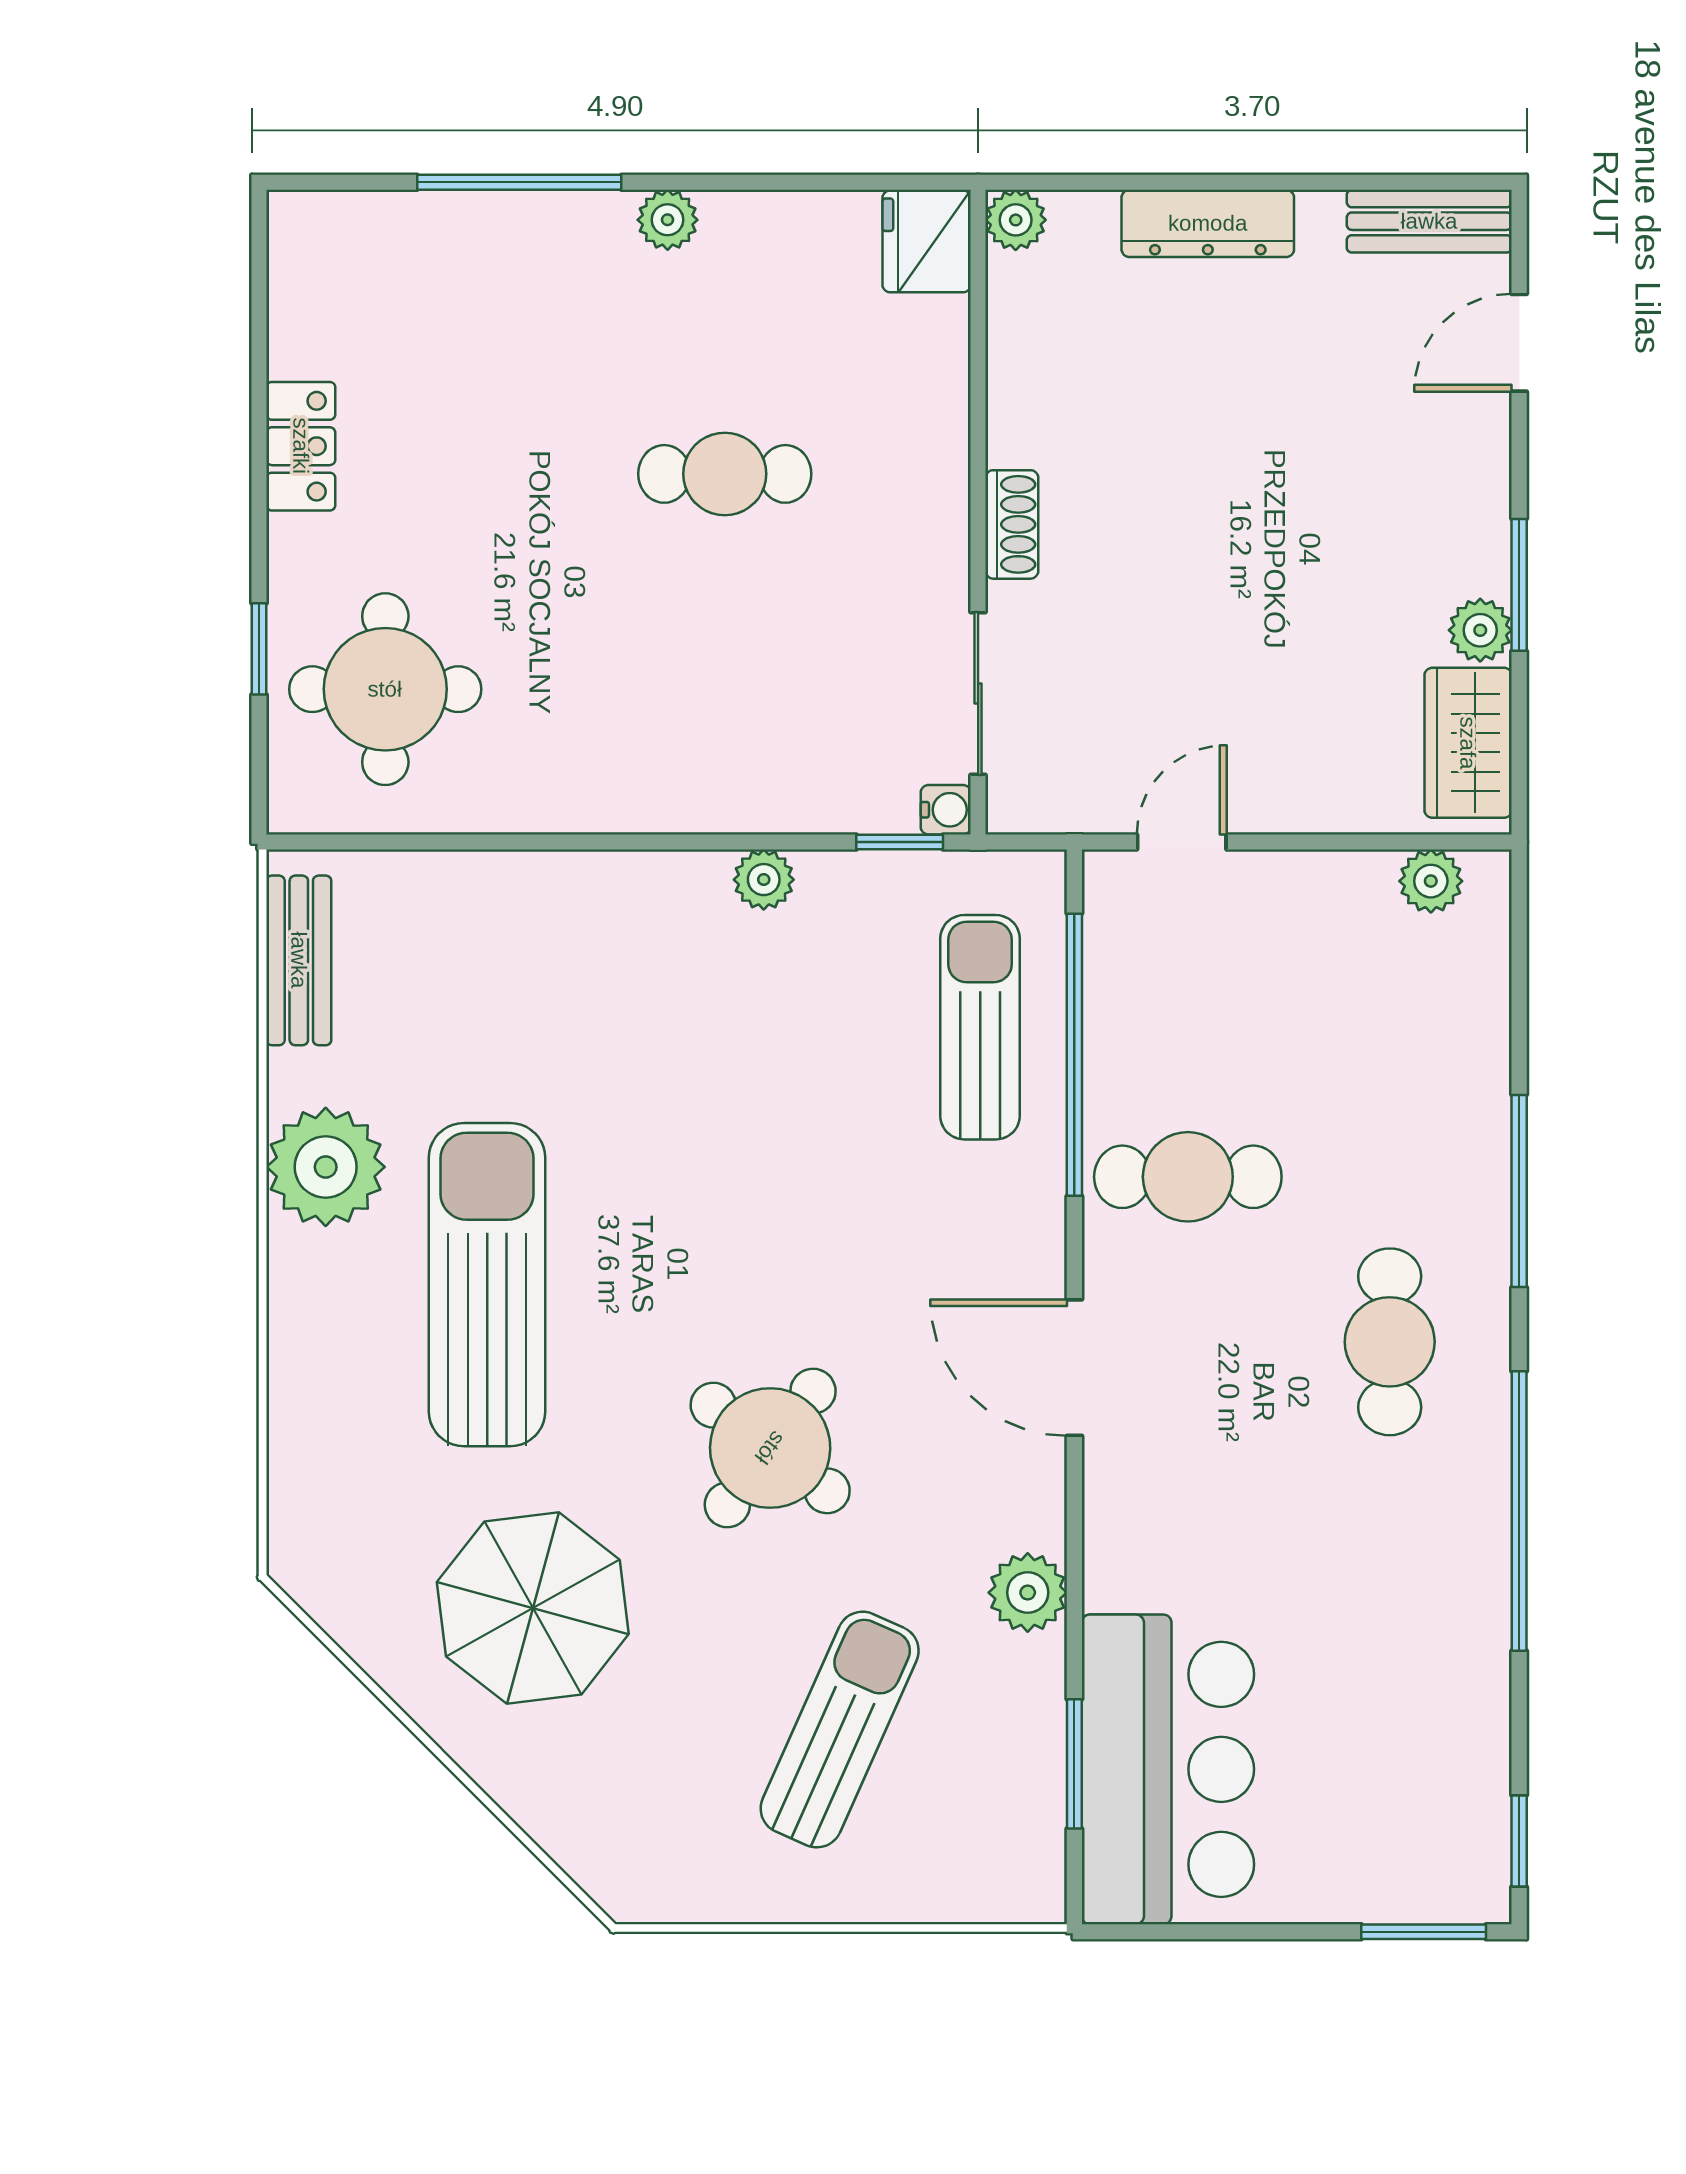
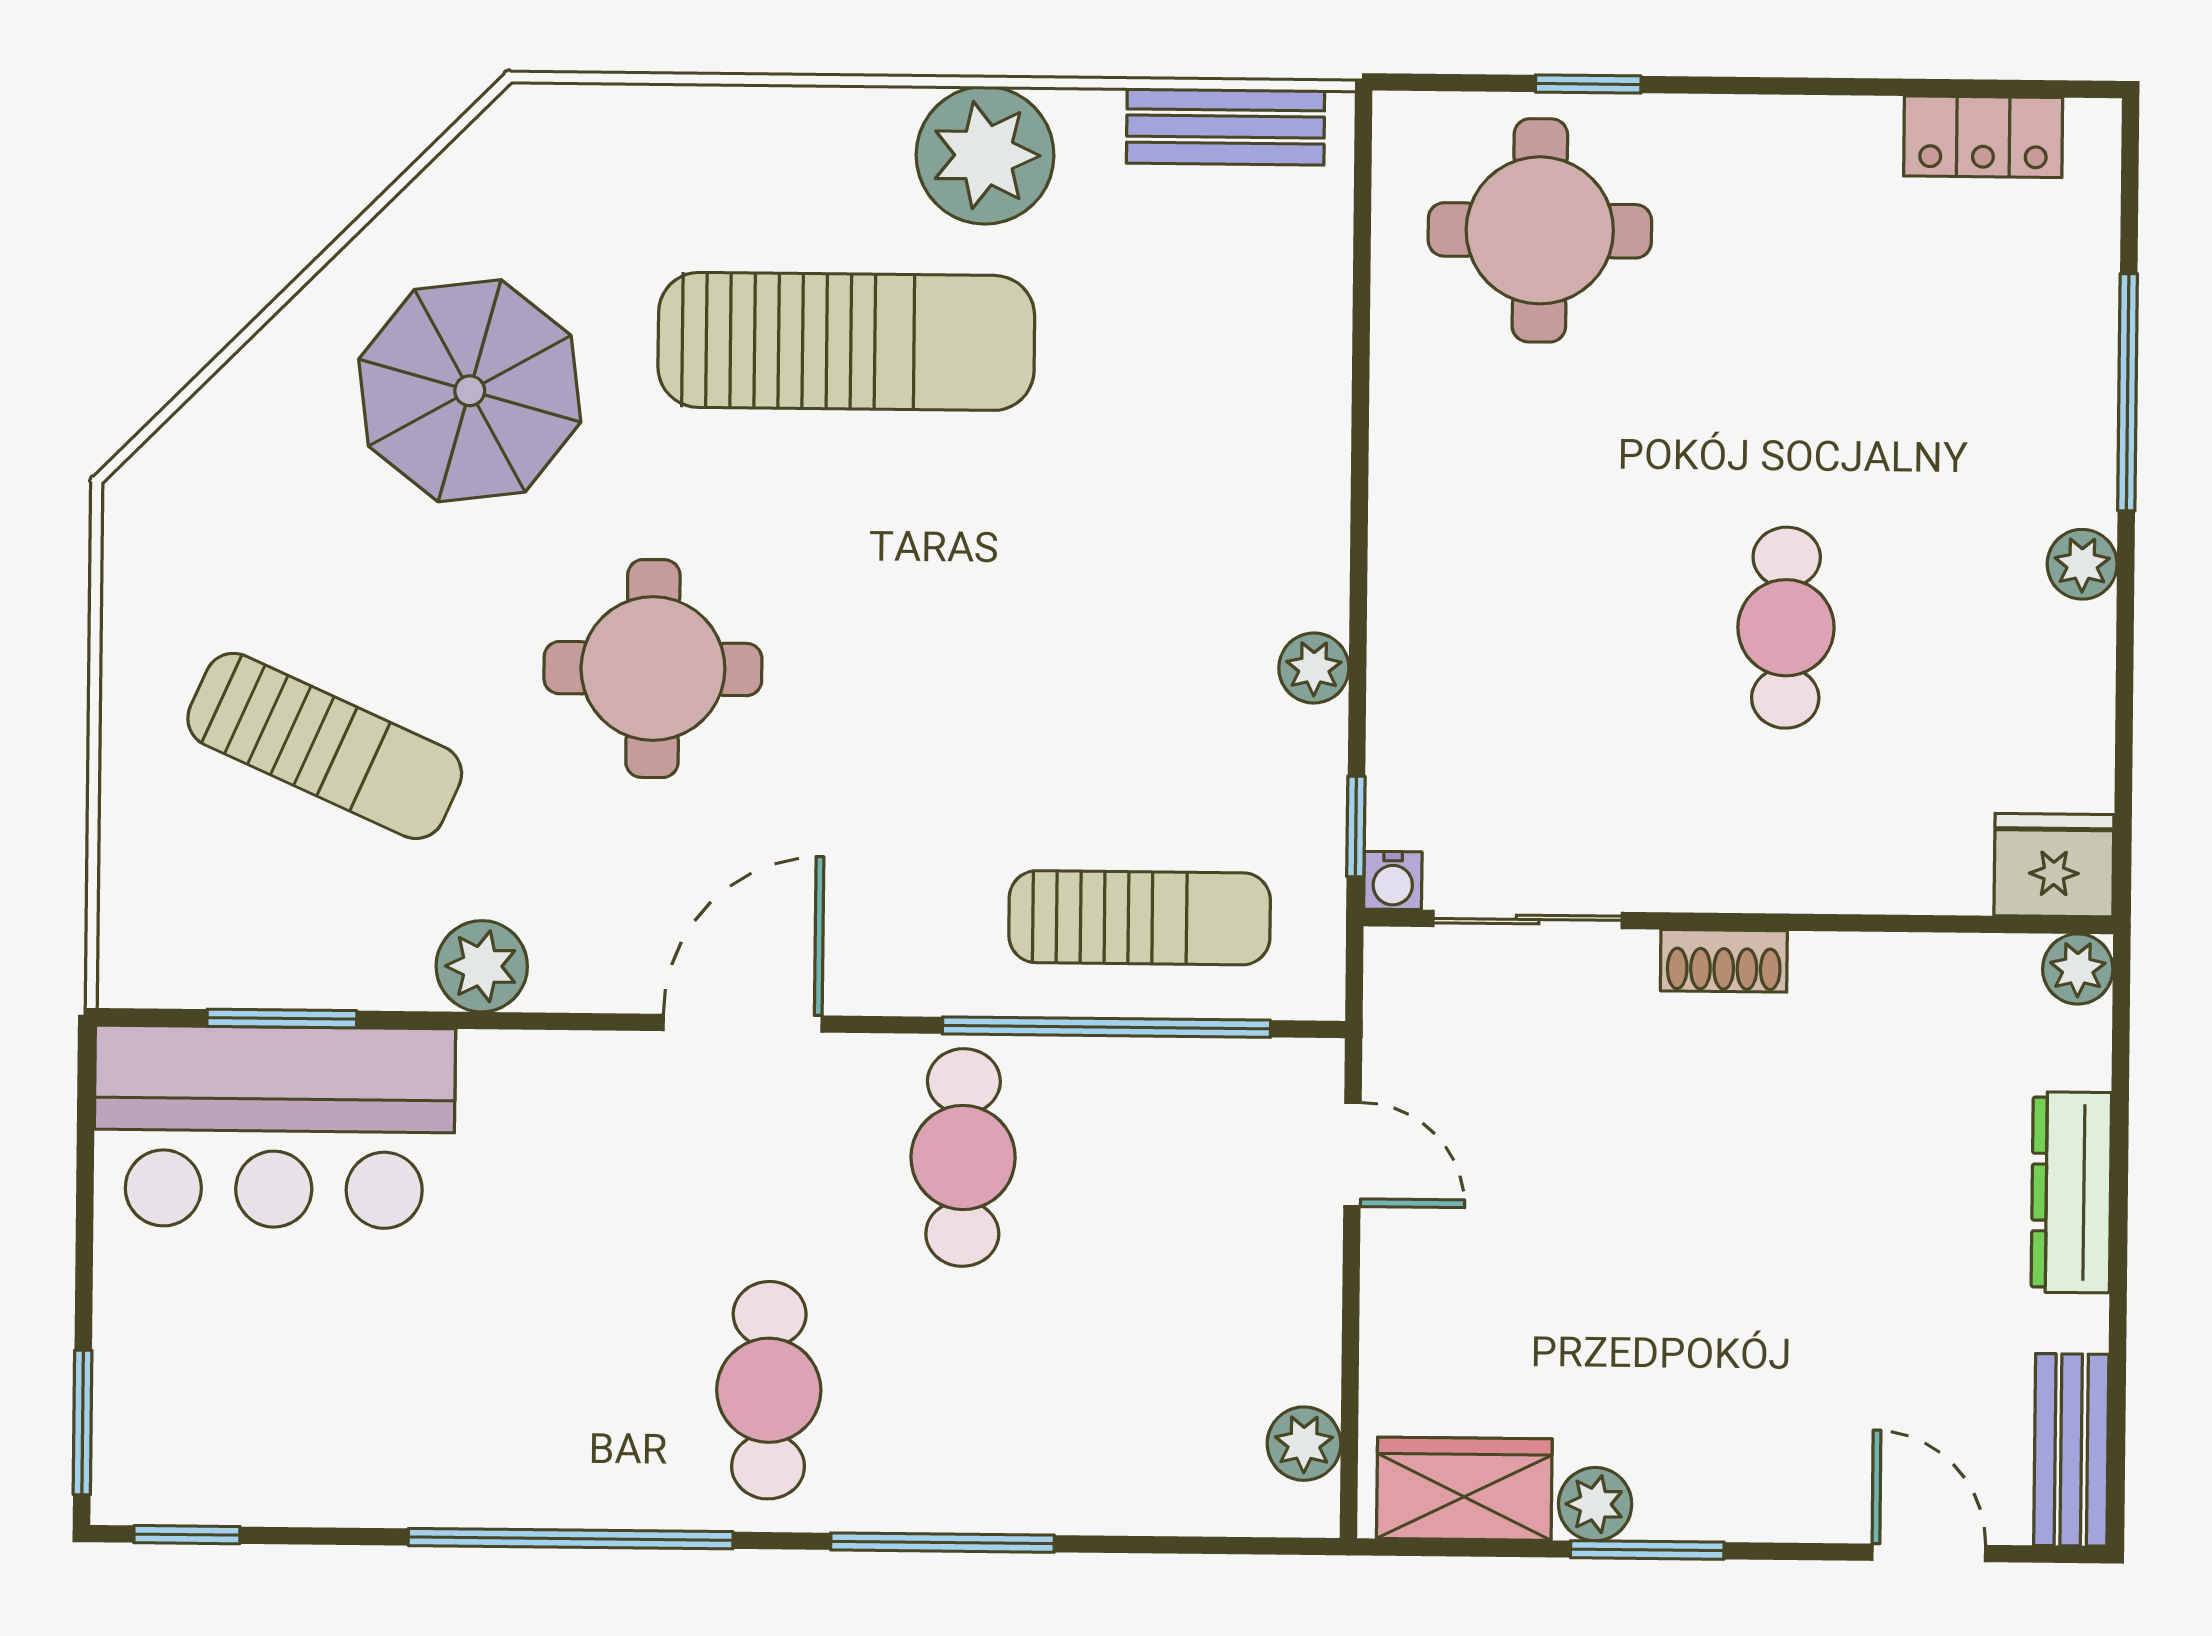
locker: (301, 446) -> (1983, 137), moved
cafe table: (1390, 1342) -> (769, 1390), turned 90
round table: (770, 1448) -> (653, 669), turned -37

